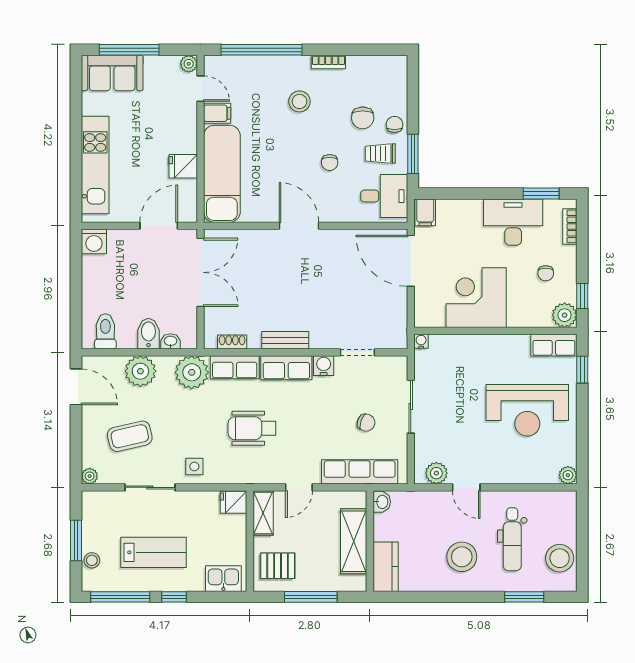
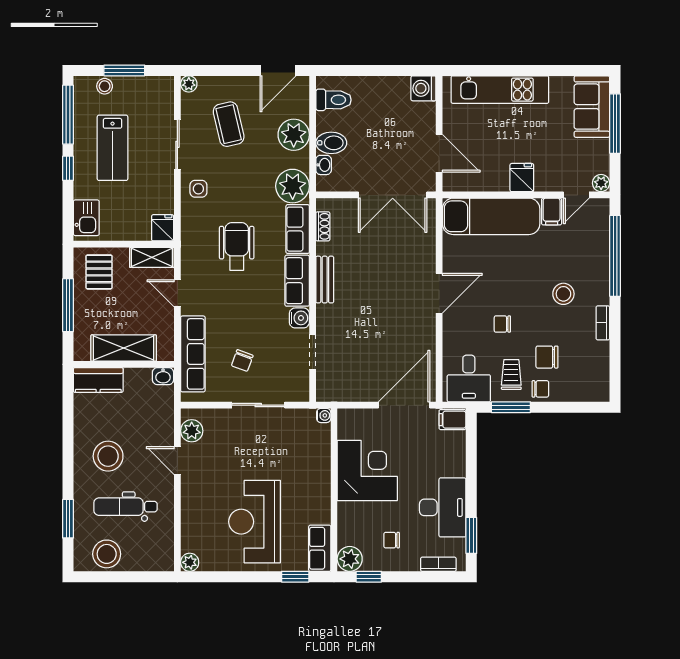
fridge: (183, 166) -> (522, 178), moved
door: (466, 487) -> (177, 461), hinge flipped

